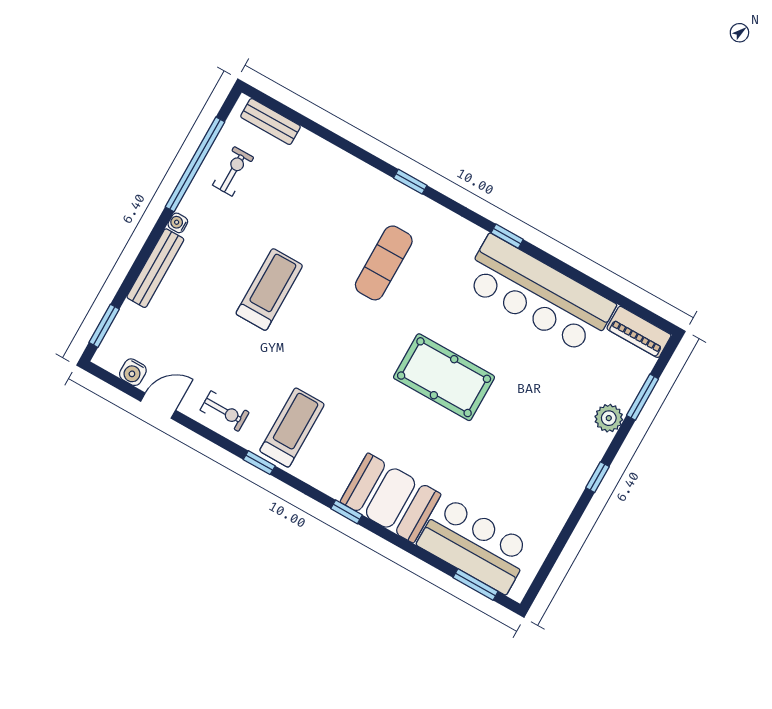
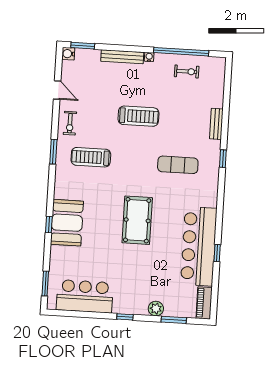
bench: (271, 122) -> (216, 124), moved
window: (507, 236) -> (217, 253), moved
water cooler: (133, 372) -> (68, 54), moved
treadmill: (292, 428) -> (91, 157), moved, turned 180
window: (259, 463) -> (53, 152), width x1.50
window: (346, 512) -> (49, 225), moved
bar counter: (475, 545) -> (85, 296), moved, turned -90

